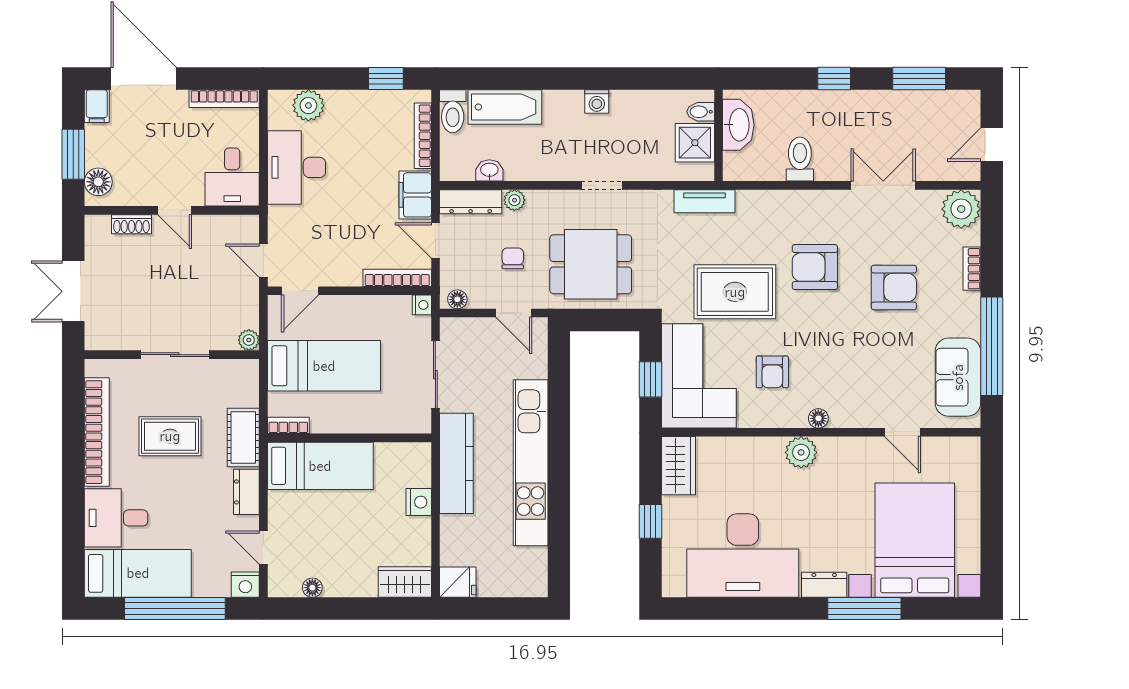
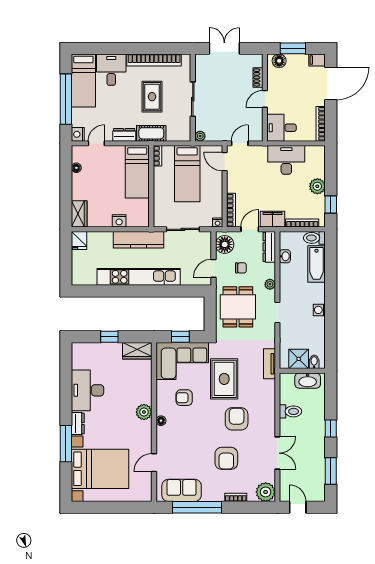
plant: (308, 105) -> (317, 186), moved
plant: (514, 200) -> (270, 284), moved
floor lamp: (457, 299) -> (225, 244), width x1.89, depth x1.89
desk: (743, 556) -> (88, 390), width x0.73, depth x0.77

